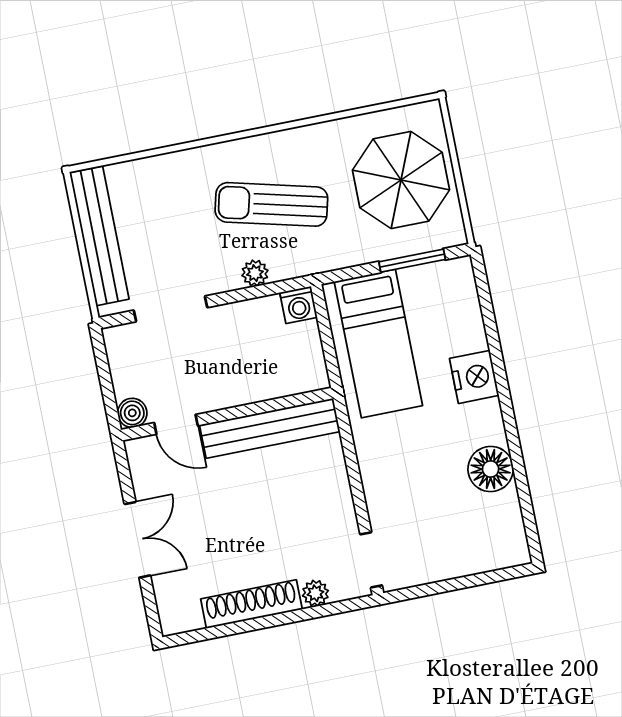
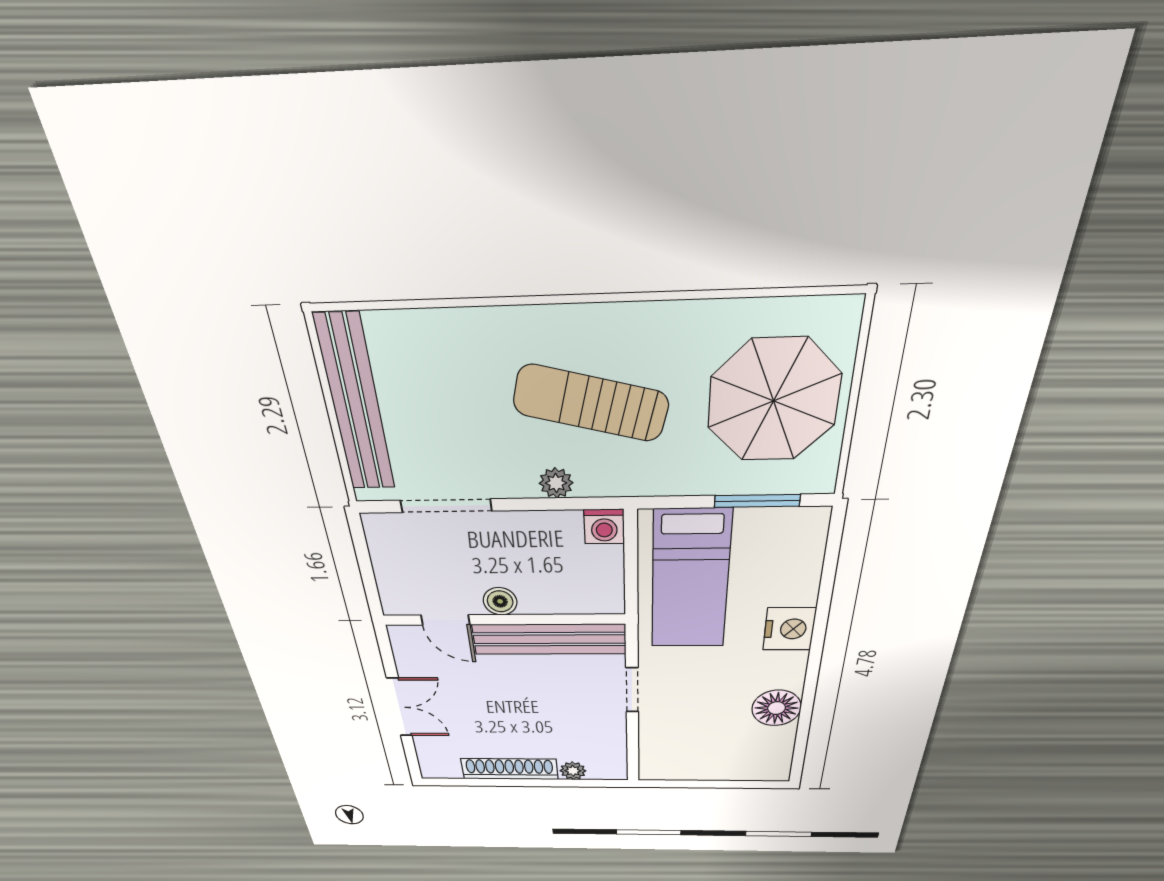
boiler: (132, 413) -> (500, 601), moved
doorway: (371, 560) -> (632, 690), moved

